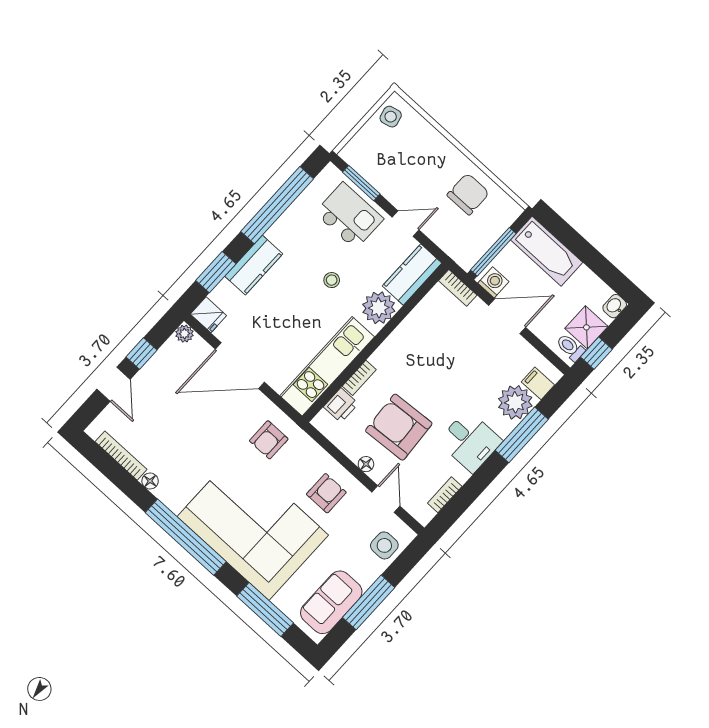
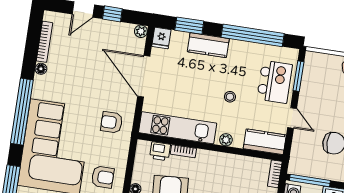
plant: (379, 308) -> (226, 140), width x0.53, depth x0.53

